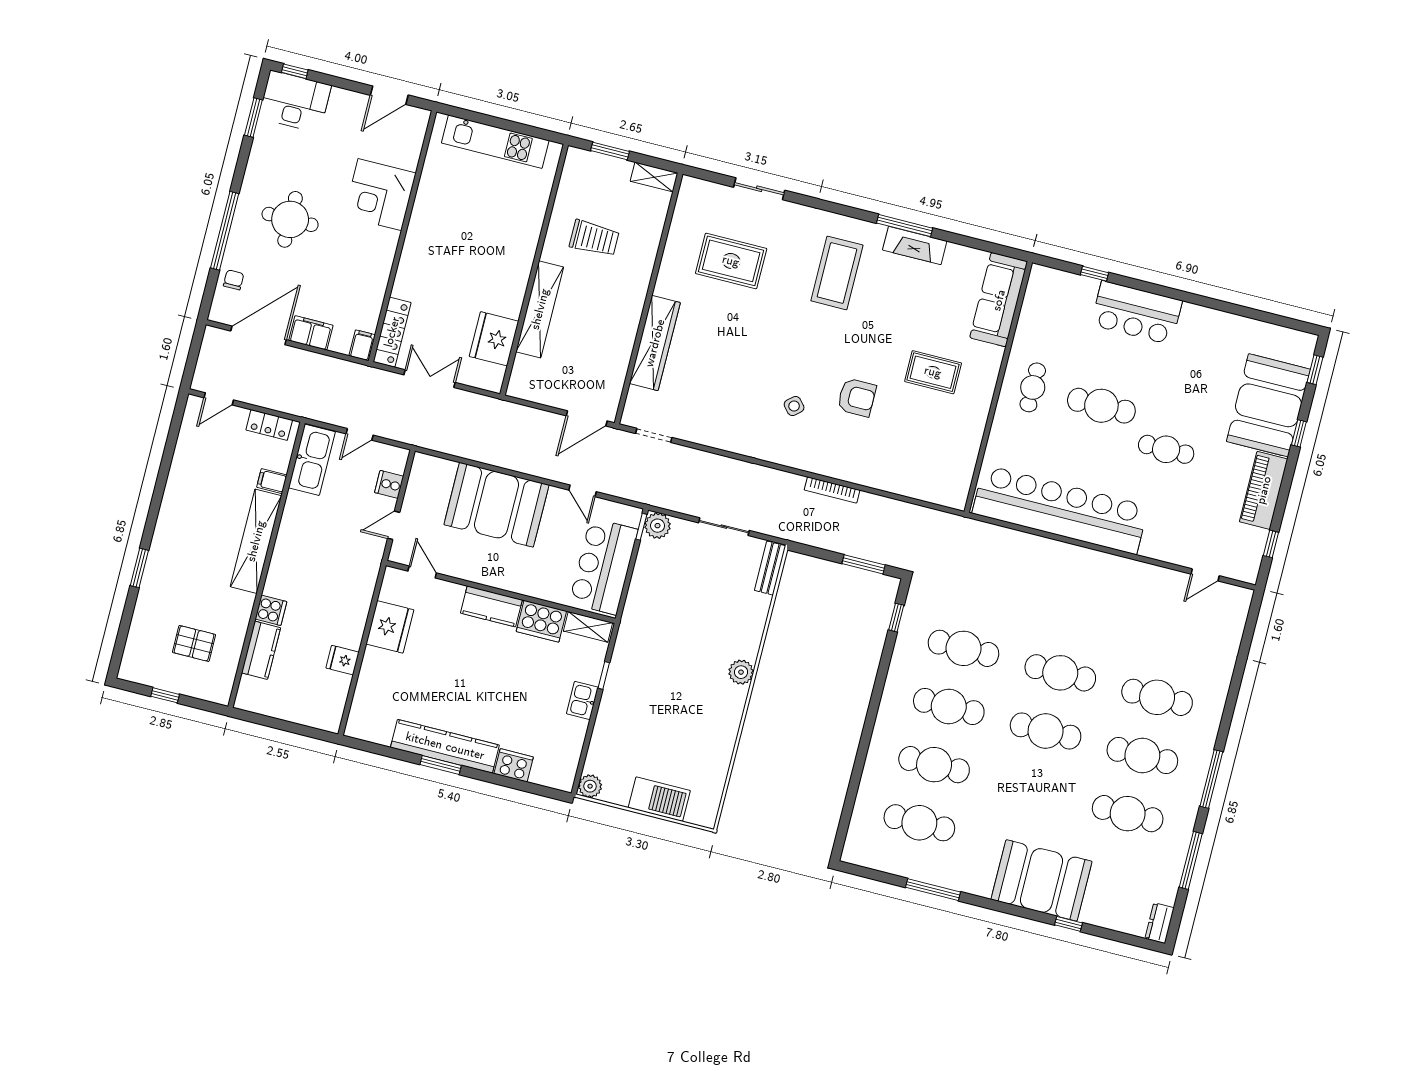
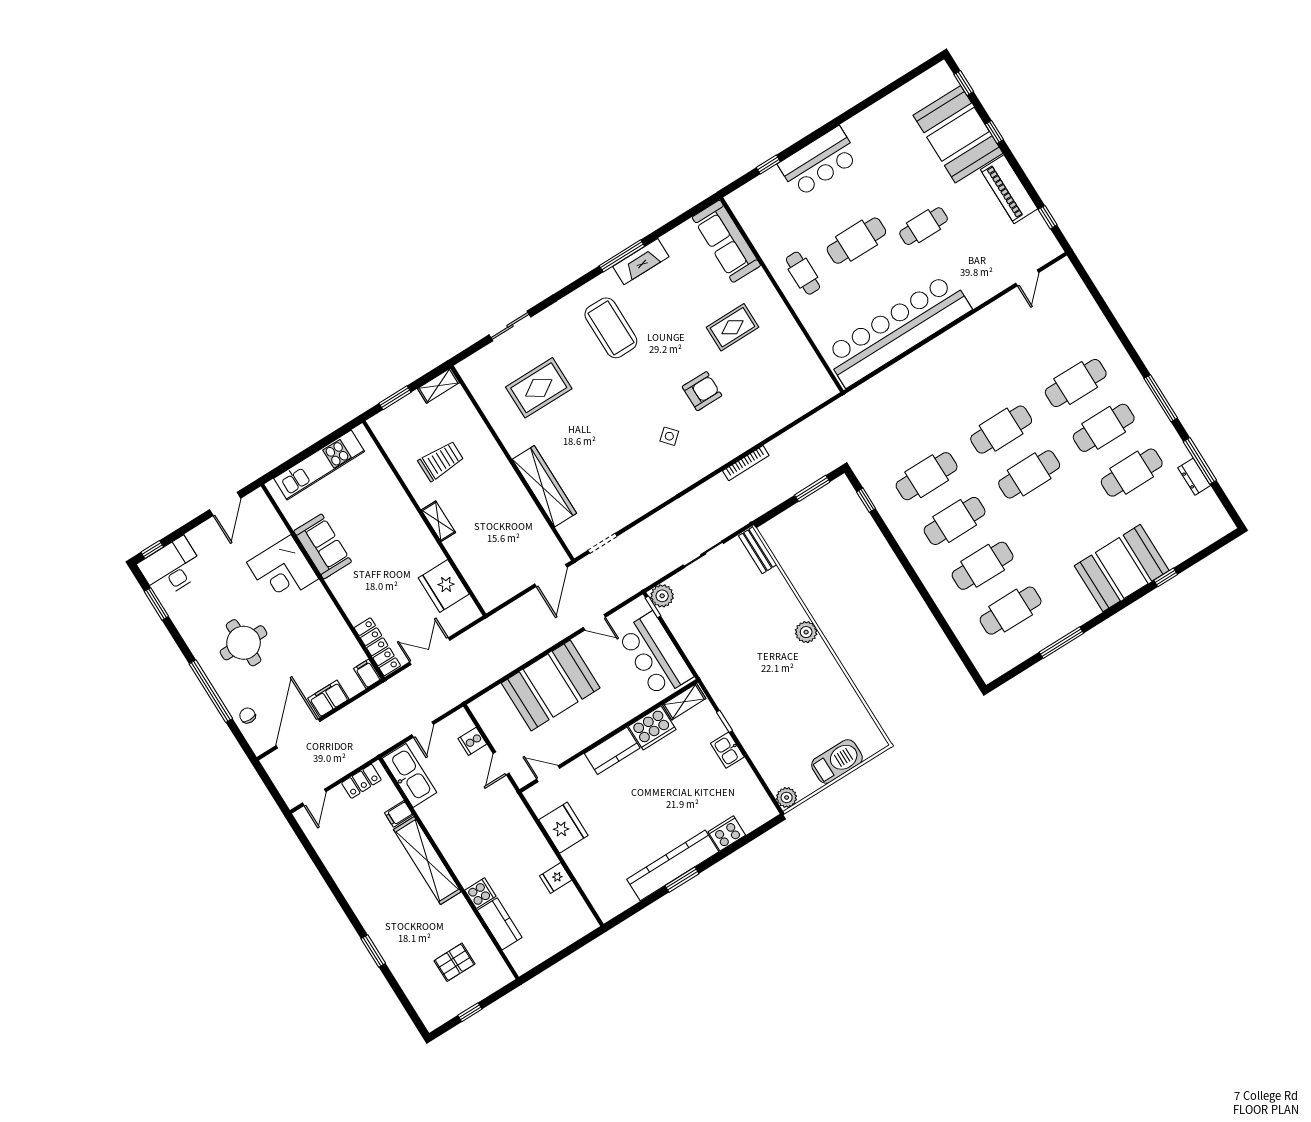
sofa: (431, 208) -> (323, 546), added
shelving: (540, 309) -> (438, 521), width x0.45, depth x0.75
dresser: (1160, 923) -> (1194, 477), moved

